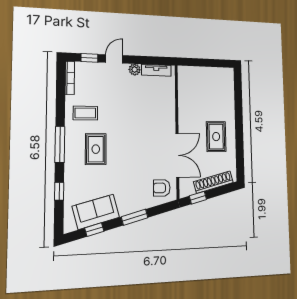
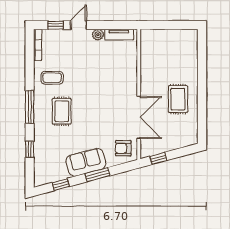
shoe rack: (213, 182) -> (174, 144), removed
sofa: (96, 212) -> (86, 162), moved

